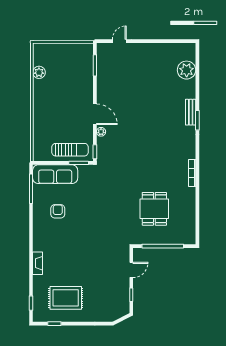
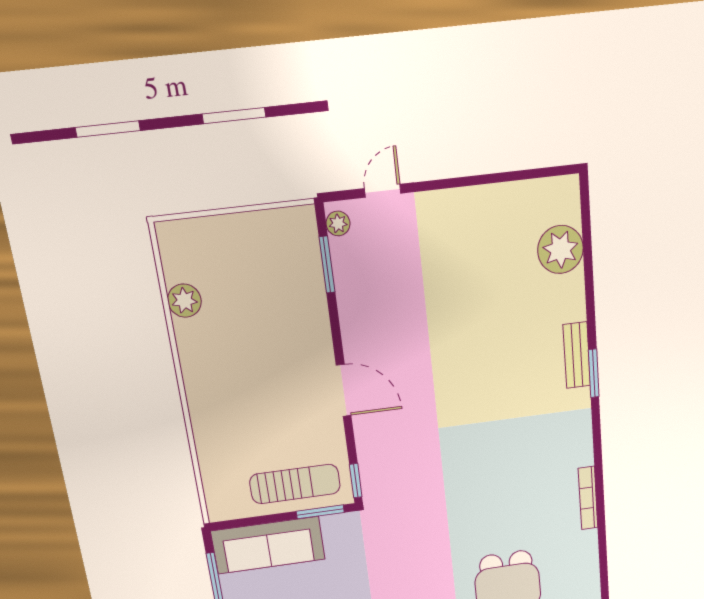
plant: (101, 132) -> (338, 223), moved

